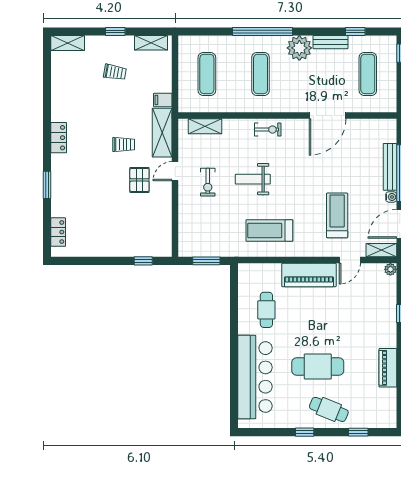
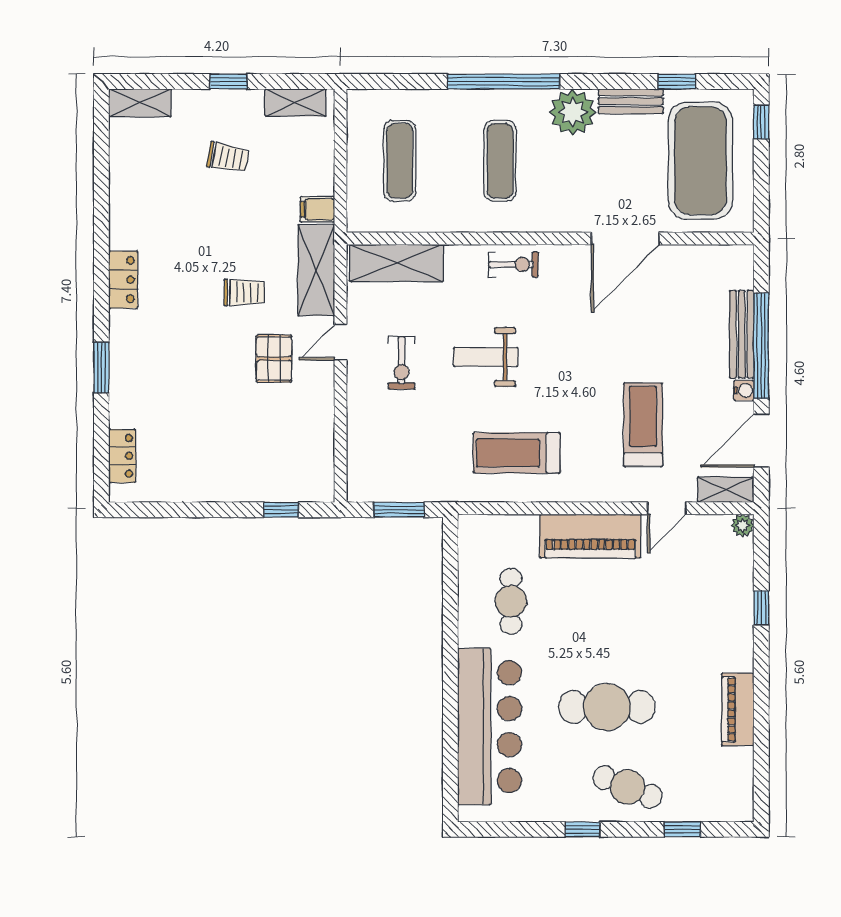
exercise mat: (368, 74) -> (700, 161), width x2.00, depth x1.45
shelving: (205, 126) -> (396, 263), width x1.50, depth x1.33

